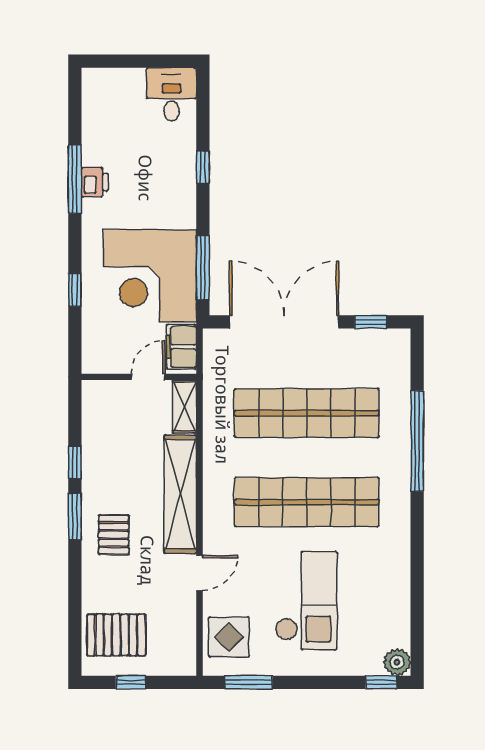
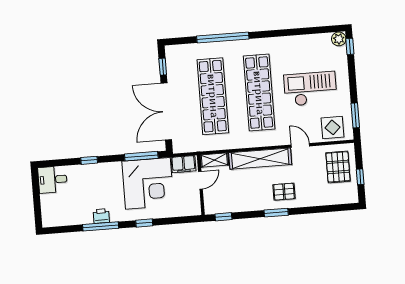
window: (75, 290) -> (144, 223), moved
door: (148, 377) -> (200, 180), swing flipped
window: (75, 462) -> (223, 217), moved
pallet: (116, 635) -> (338, 167), moved

